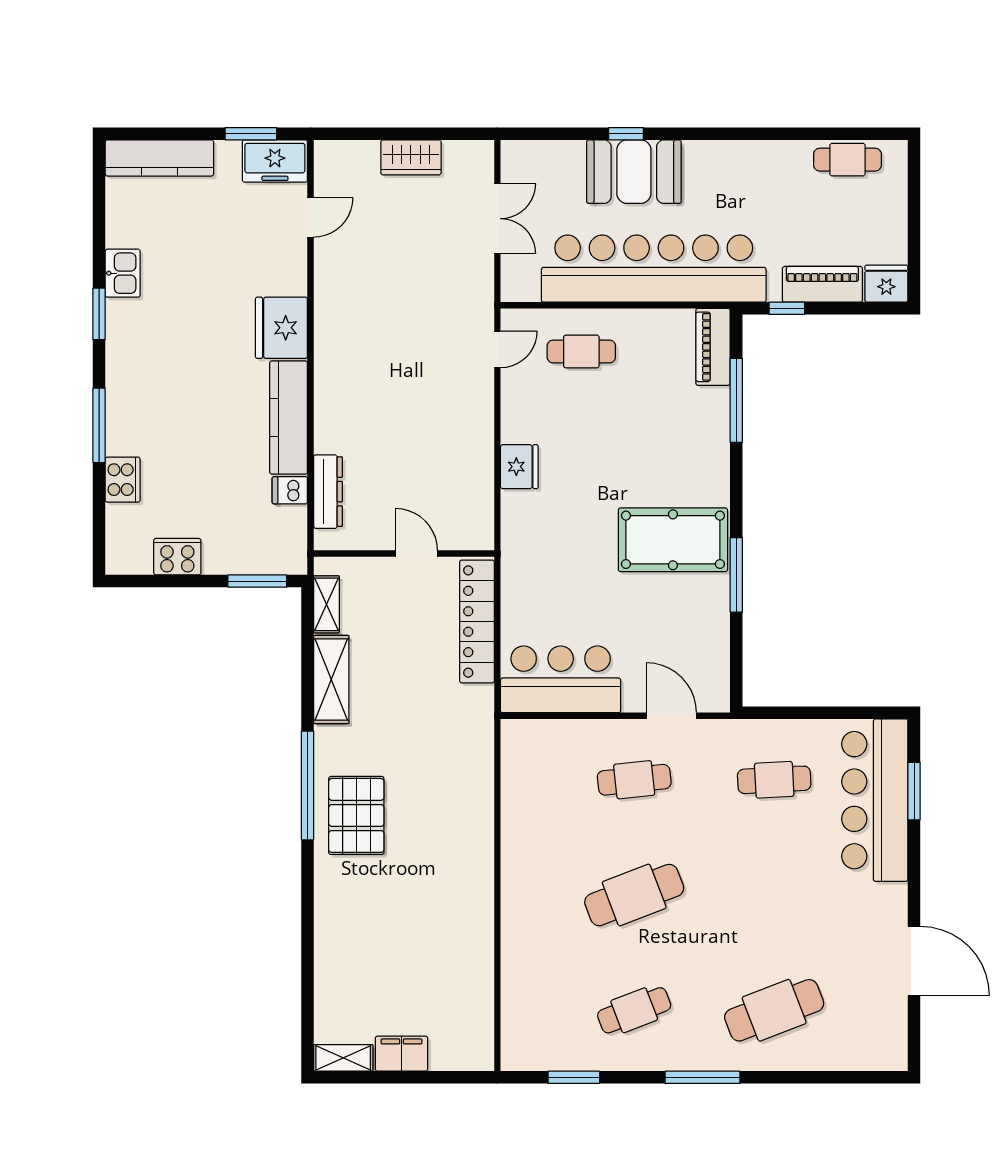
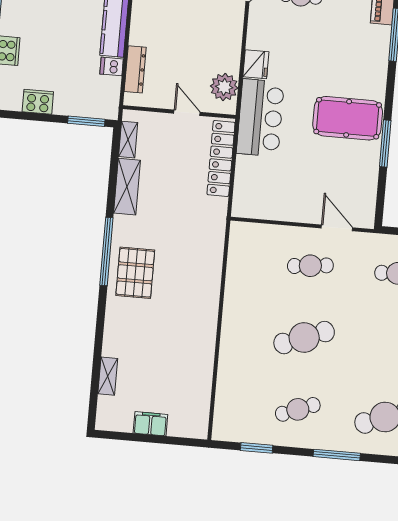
plant: (472, 507) -> (224, 87), added
bar counter: (561, 679) -> (260, 118), moved, turned 90
shelving: (343, 1058) -> (108, 376), moved, turned 90

